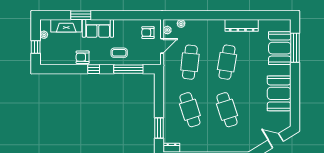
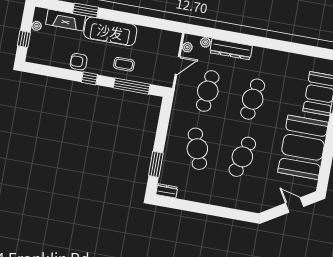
dresser: (242, 25) -> (231, 49), moved
sofa: (98, 28) -> (110, 31), width x1.36
armchair: (148, 33) -> (163, 46), removed
booth: (279, 93) -> (303, 147), width x1.36, depth x1.42
cafe table: (227, 110) -> (242, 157), turned 33

